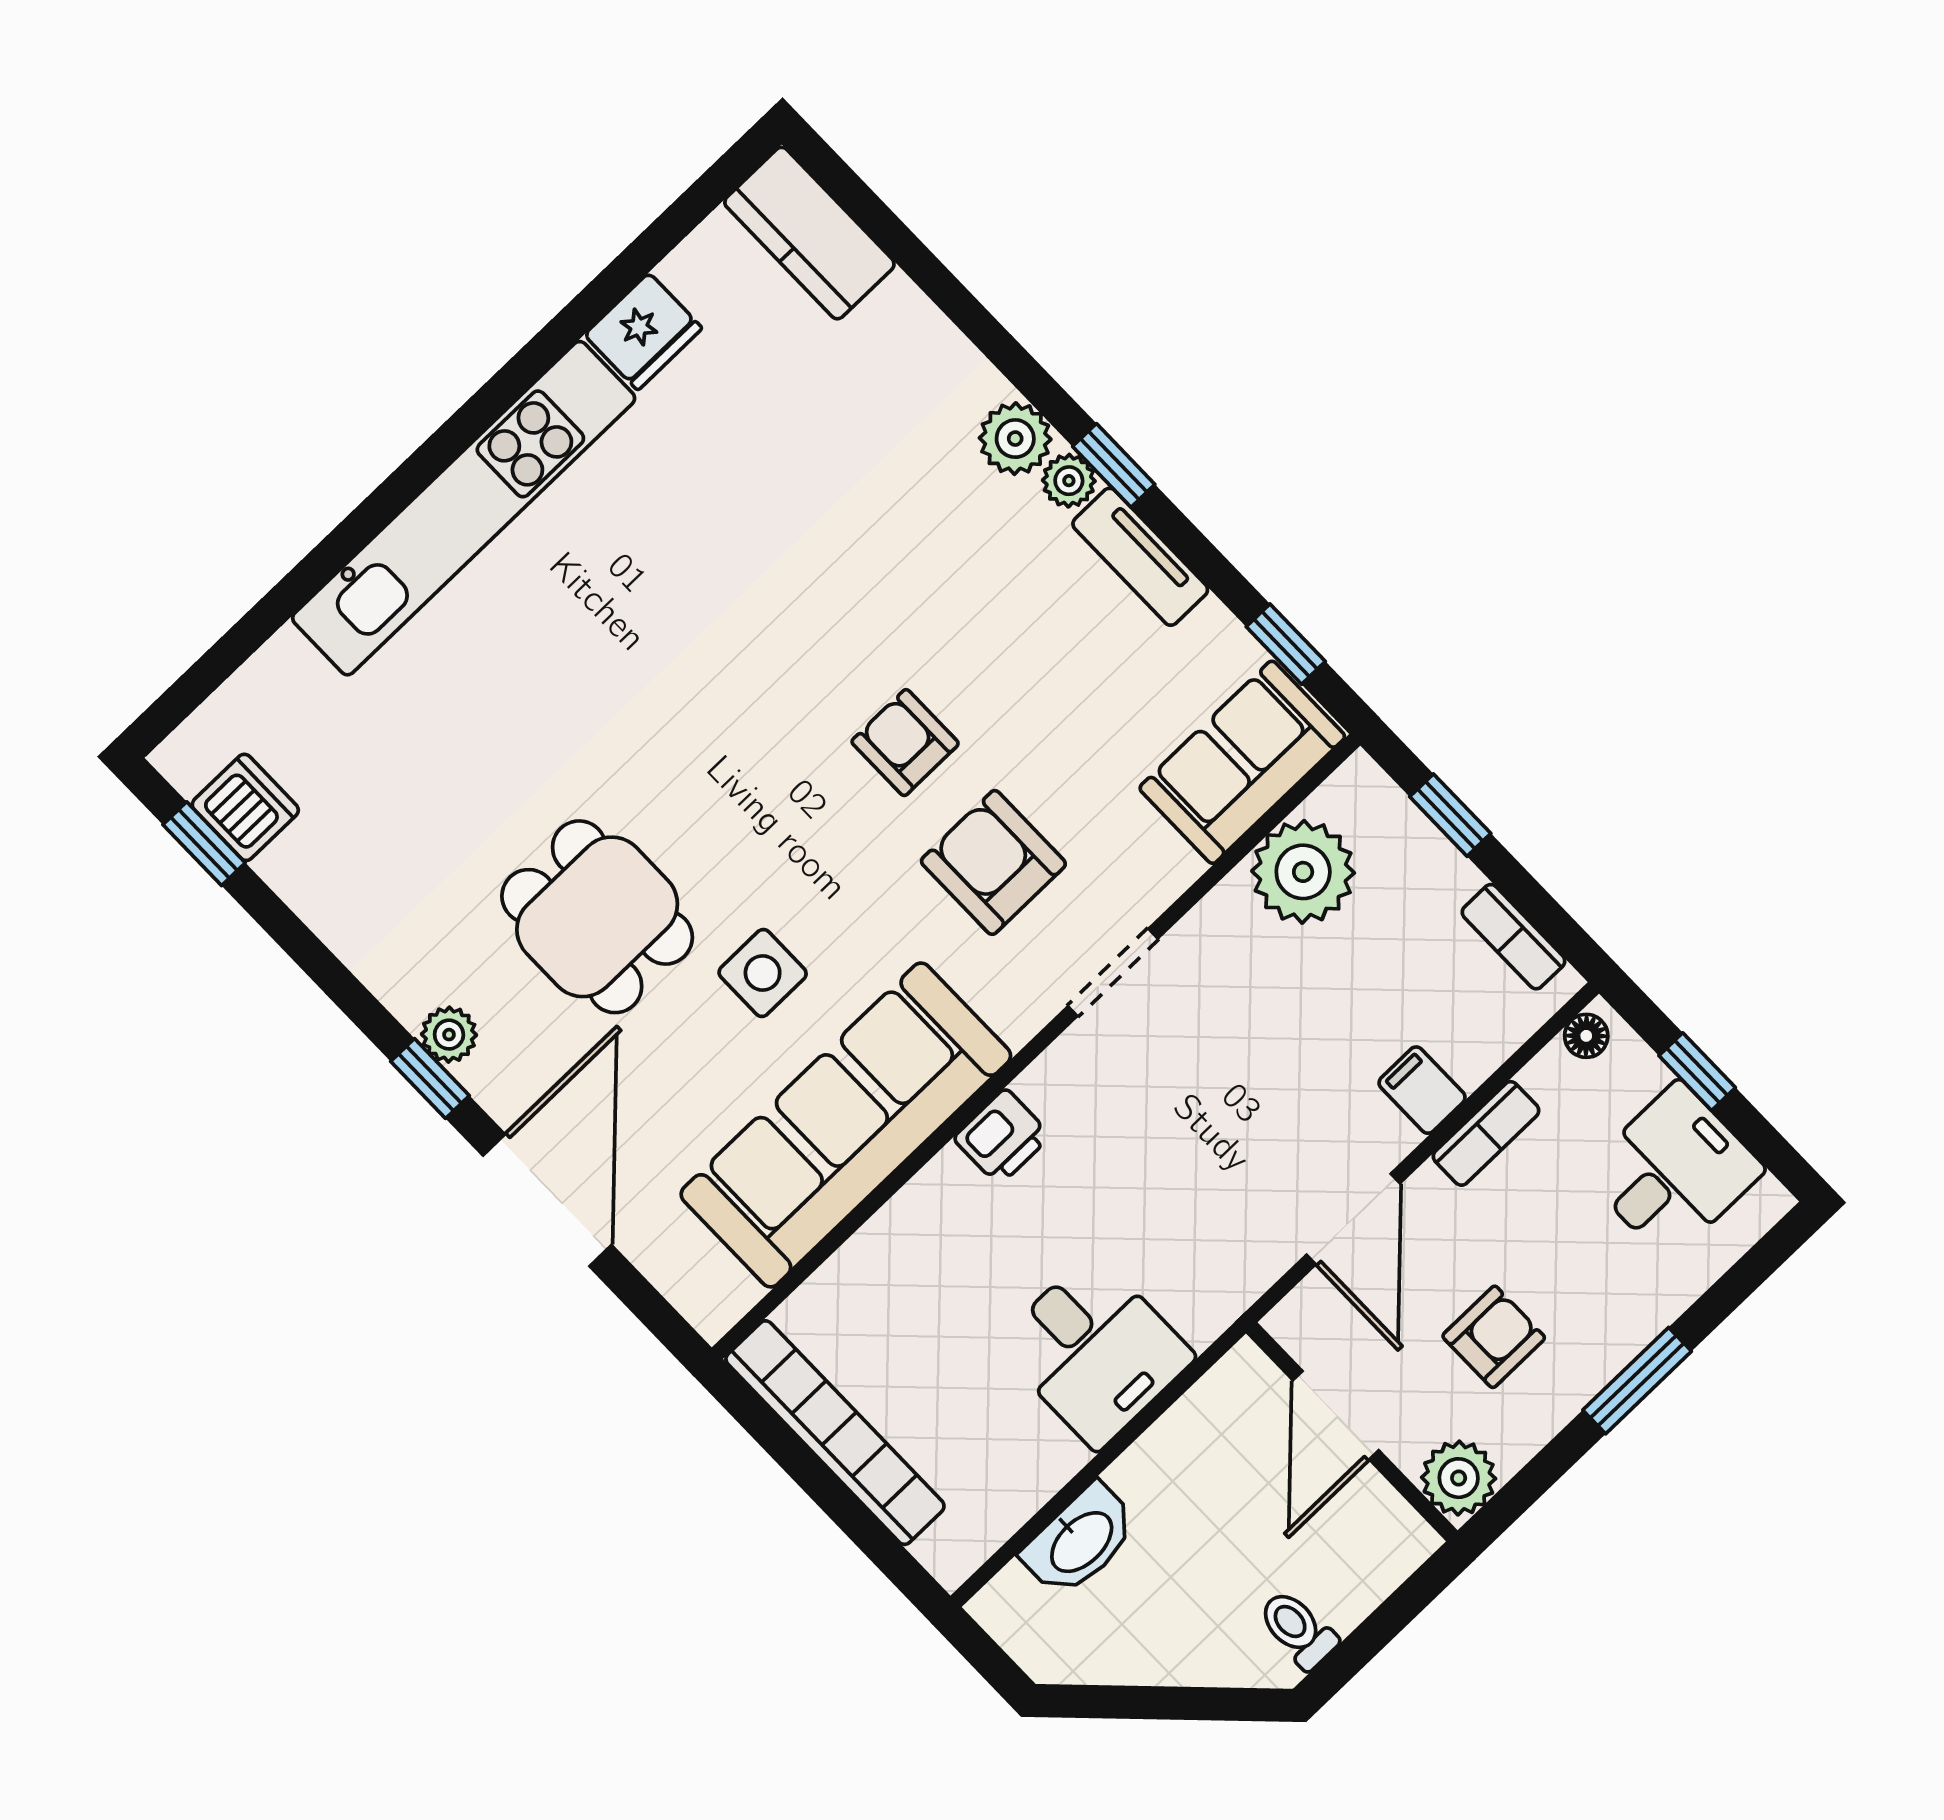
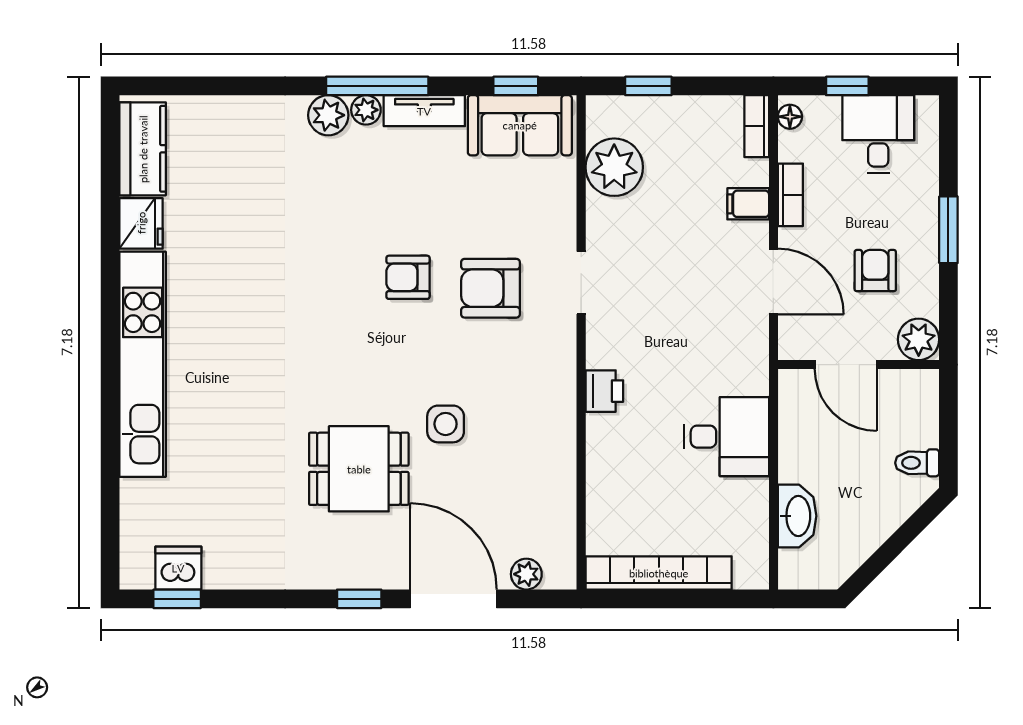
kitchen counter: (809, 233) -> (143, 149), moved, turned -90
window: (1114, 465) -> (377, 86), width x2.17
sofa: (1242, 762) -> (520, 125), moved, turned -90
bookcase: (1514, 937) -> (757, 126), moved, turned 90
plant: (449, 1035) -> (526, 574), moved
sofa: (846, 1125) -> (539, 449), removed

